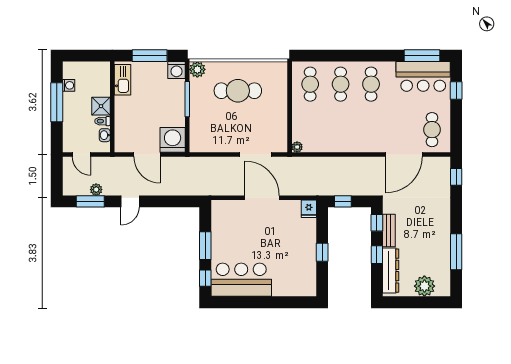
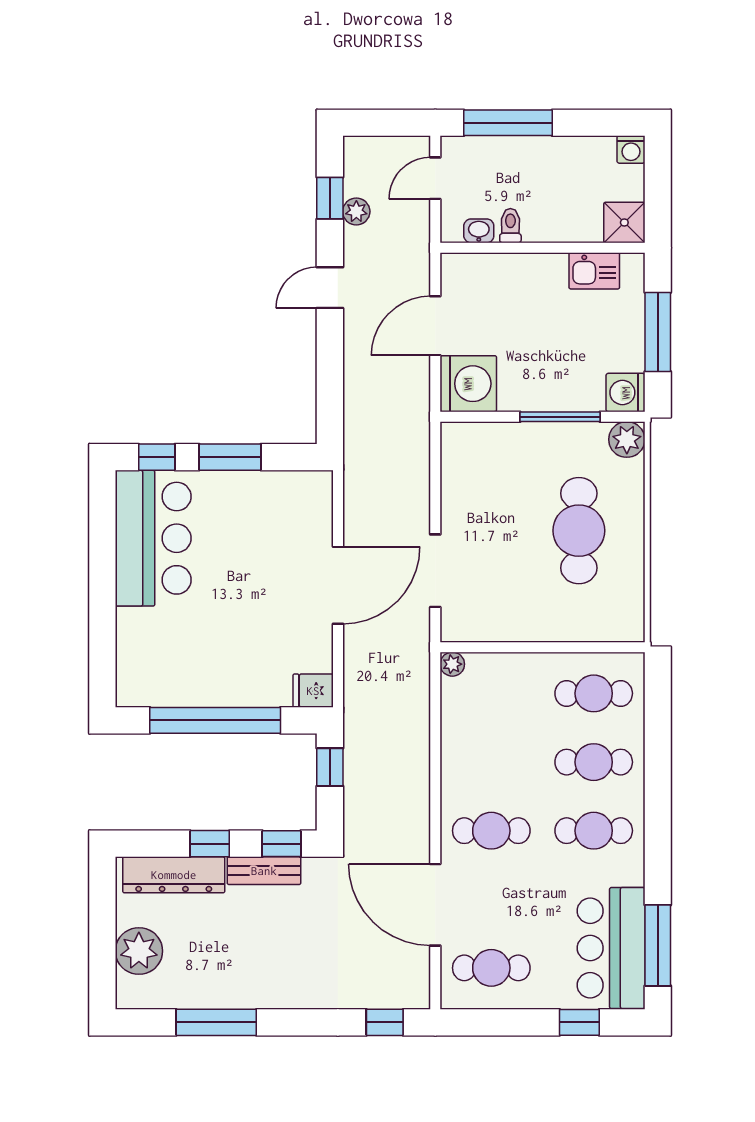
kitchen sink: (123, 80) -> (594, 271), width x0.73
washing machine: (69, 85) -> (631, 150), moved
window: (57, 102) -> (508, 123), moved
shower: (101, 106) -> (624, 222), moved
cafe table: (371, 130) -> (491, 831), added
window: (90, 201) -> (330, 198), width x0.67
door: (130, 201) -> (330, 288), hinge flipped
window: (322, 252) -> (215, 720), width x3.17

